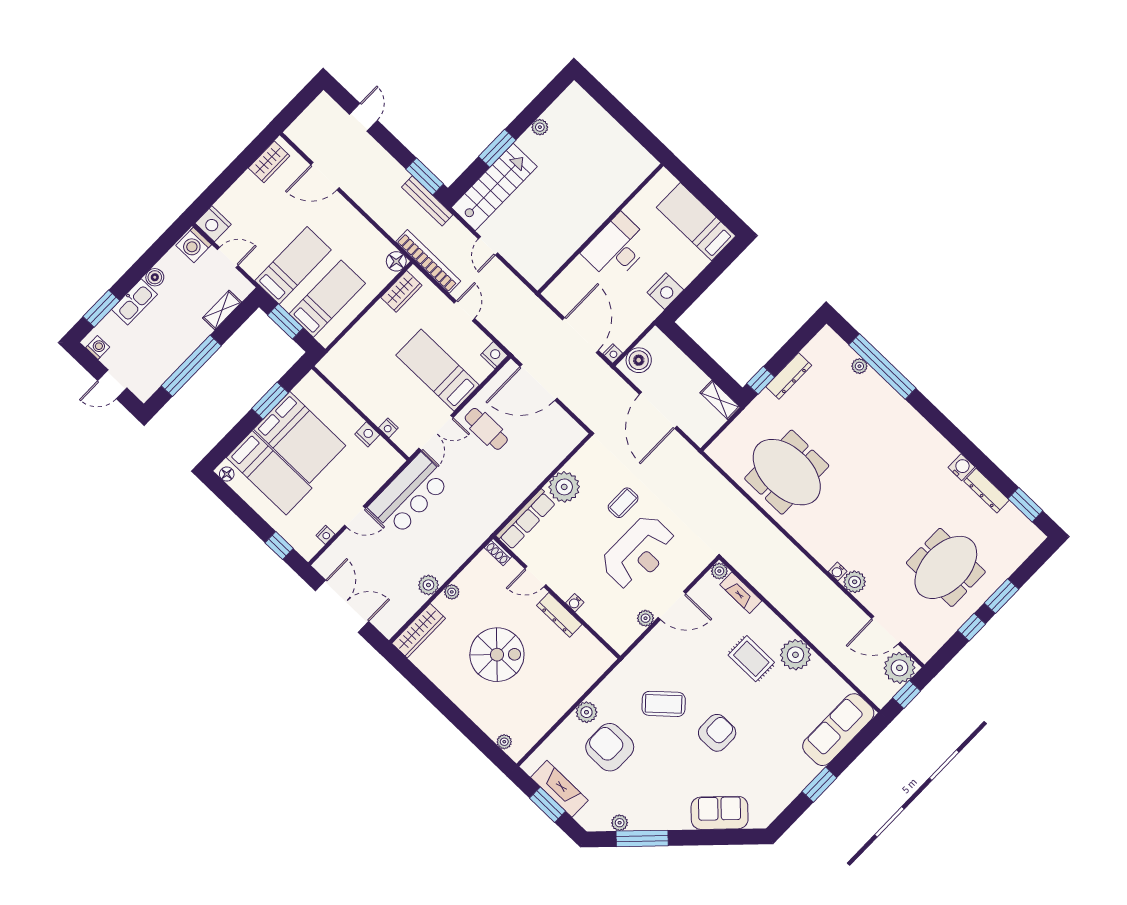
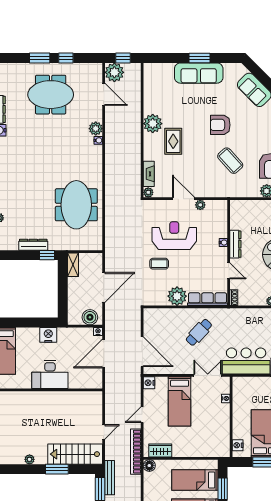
cafe table: (486, 429) -> (199, 332), moved, turned 43
nightstand: (367, 434) -> (238, 445), moved
sofa: (838, 730) -> (199, 73), moved

